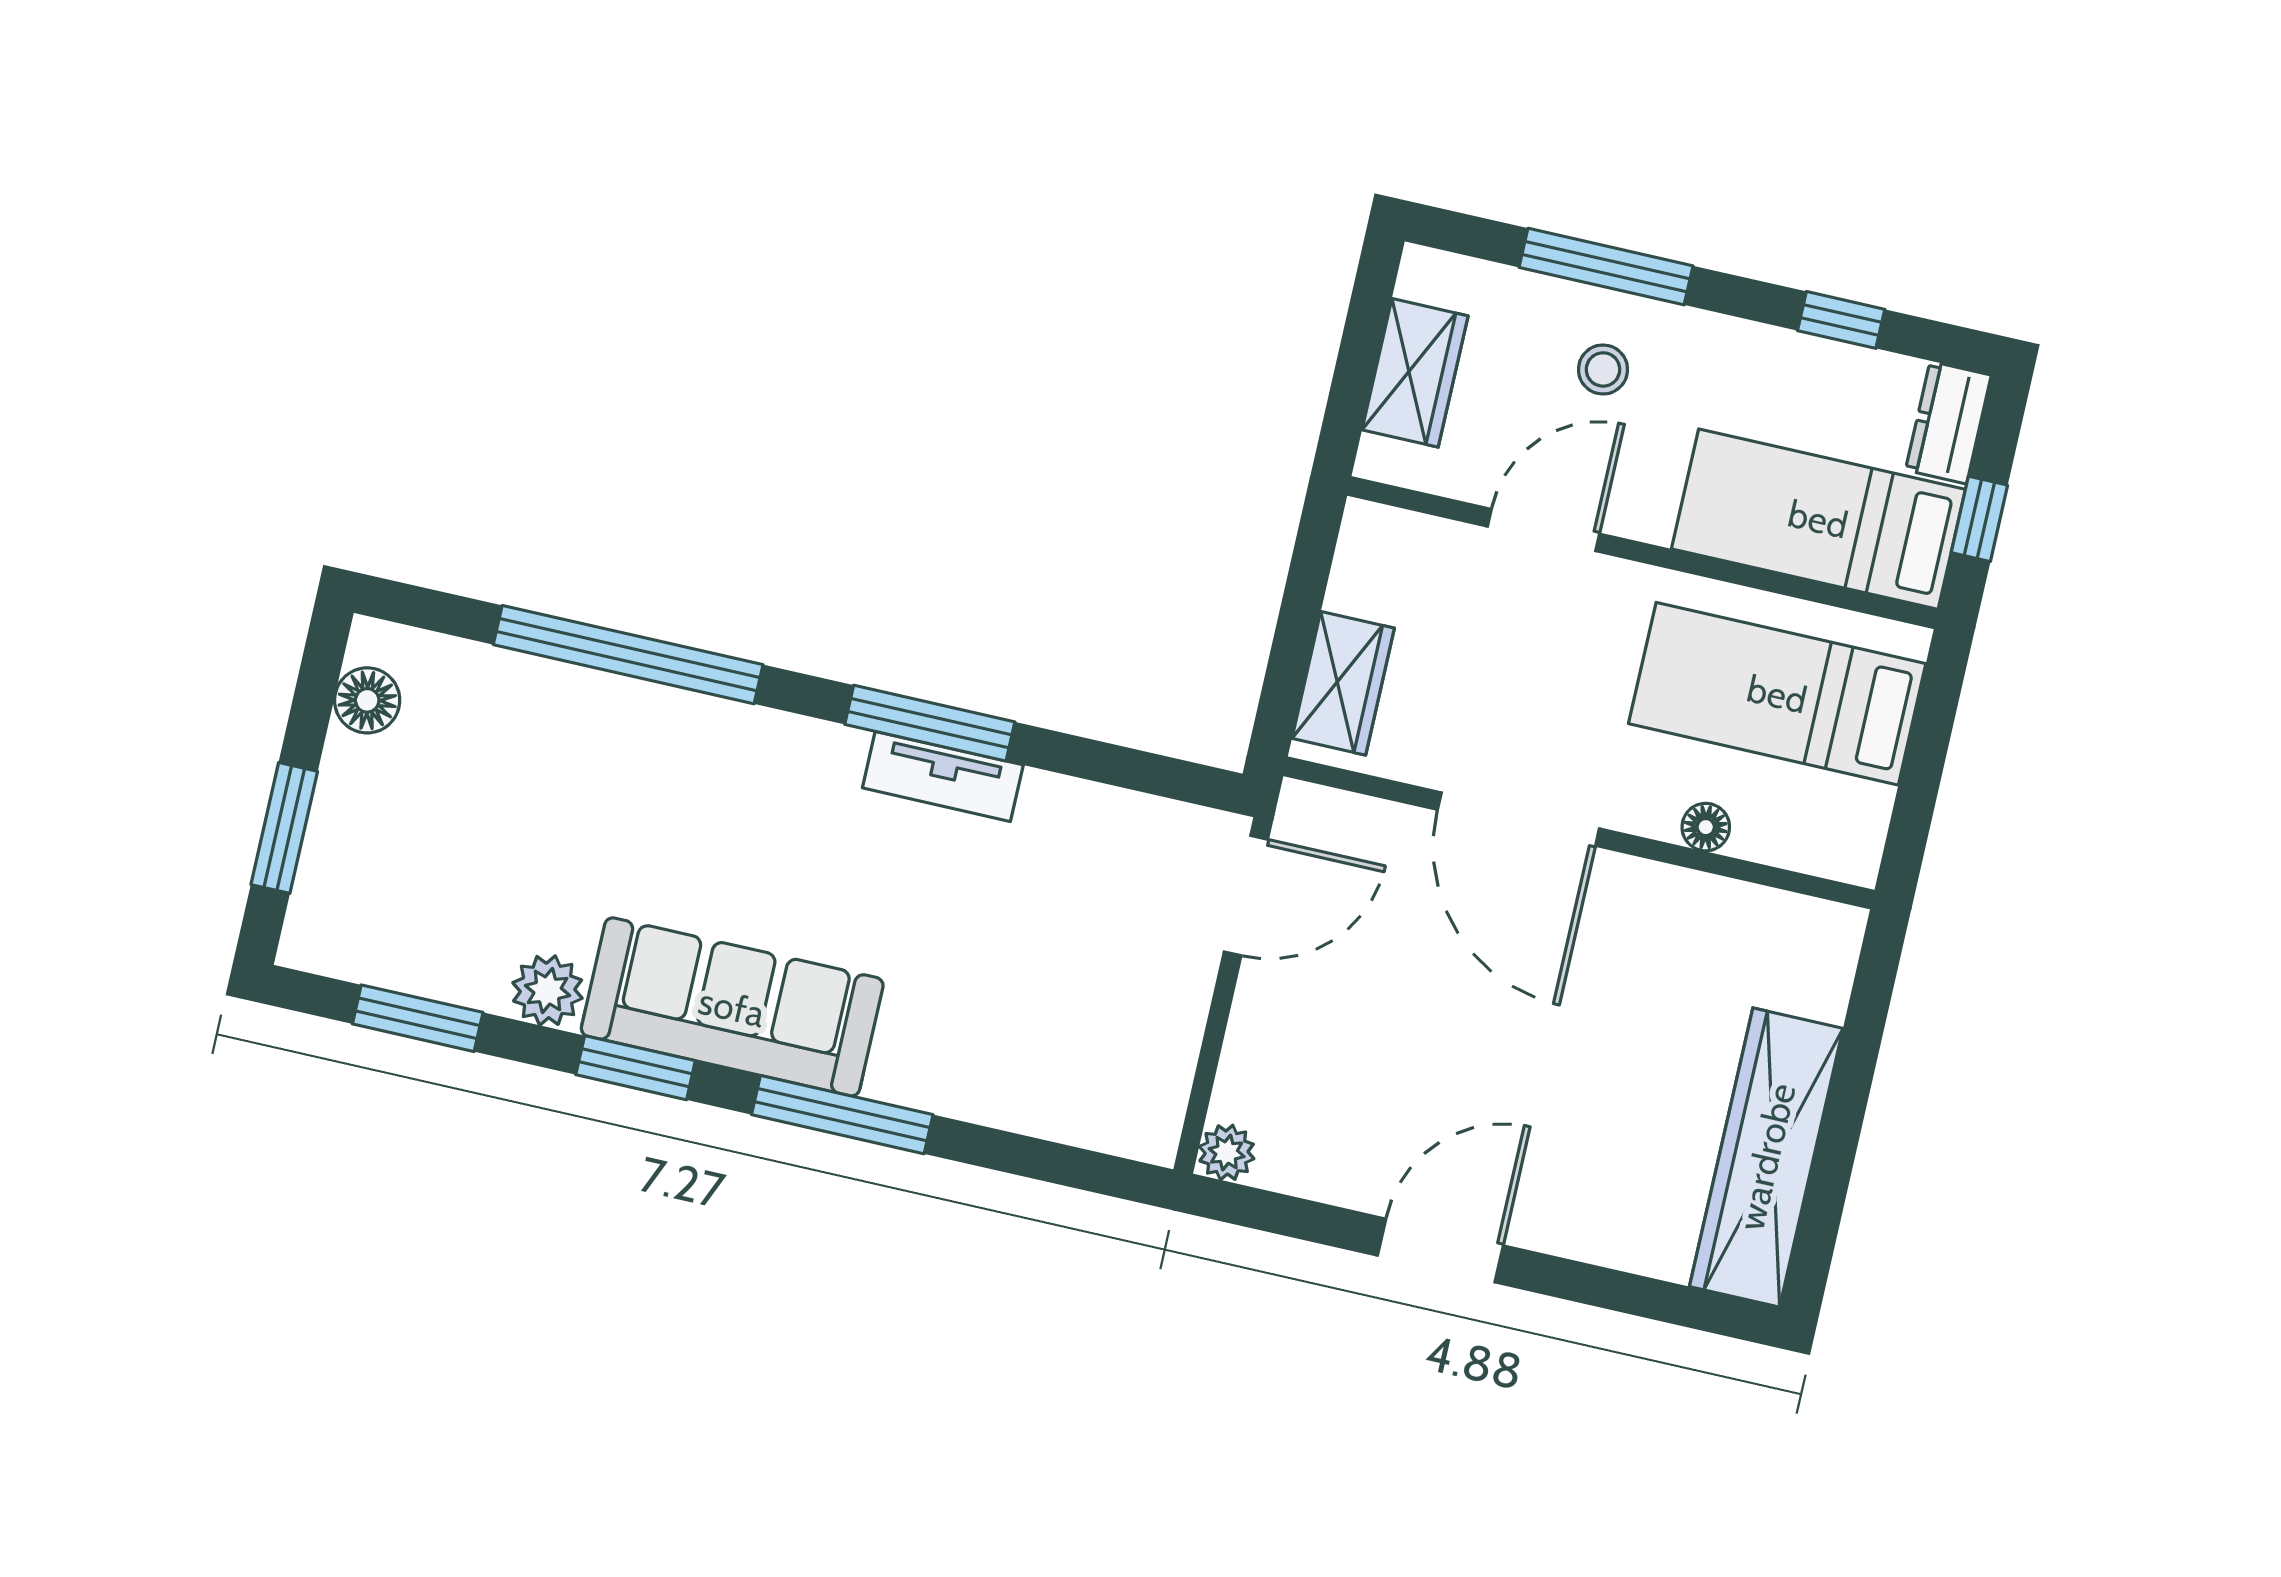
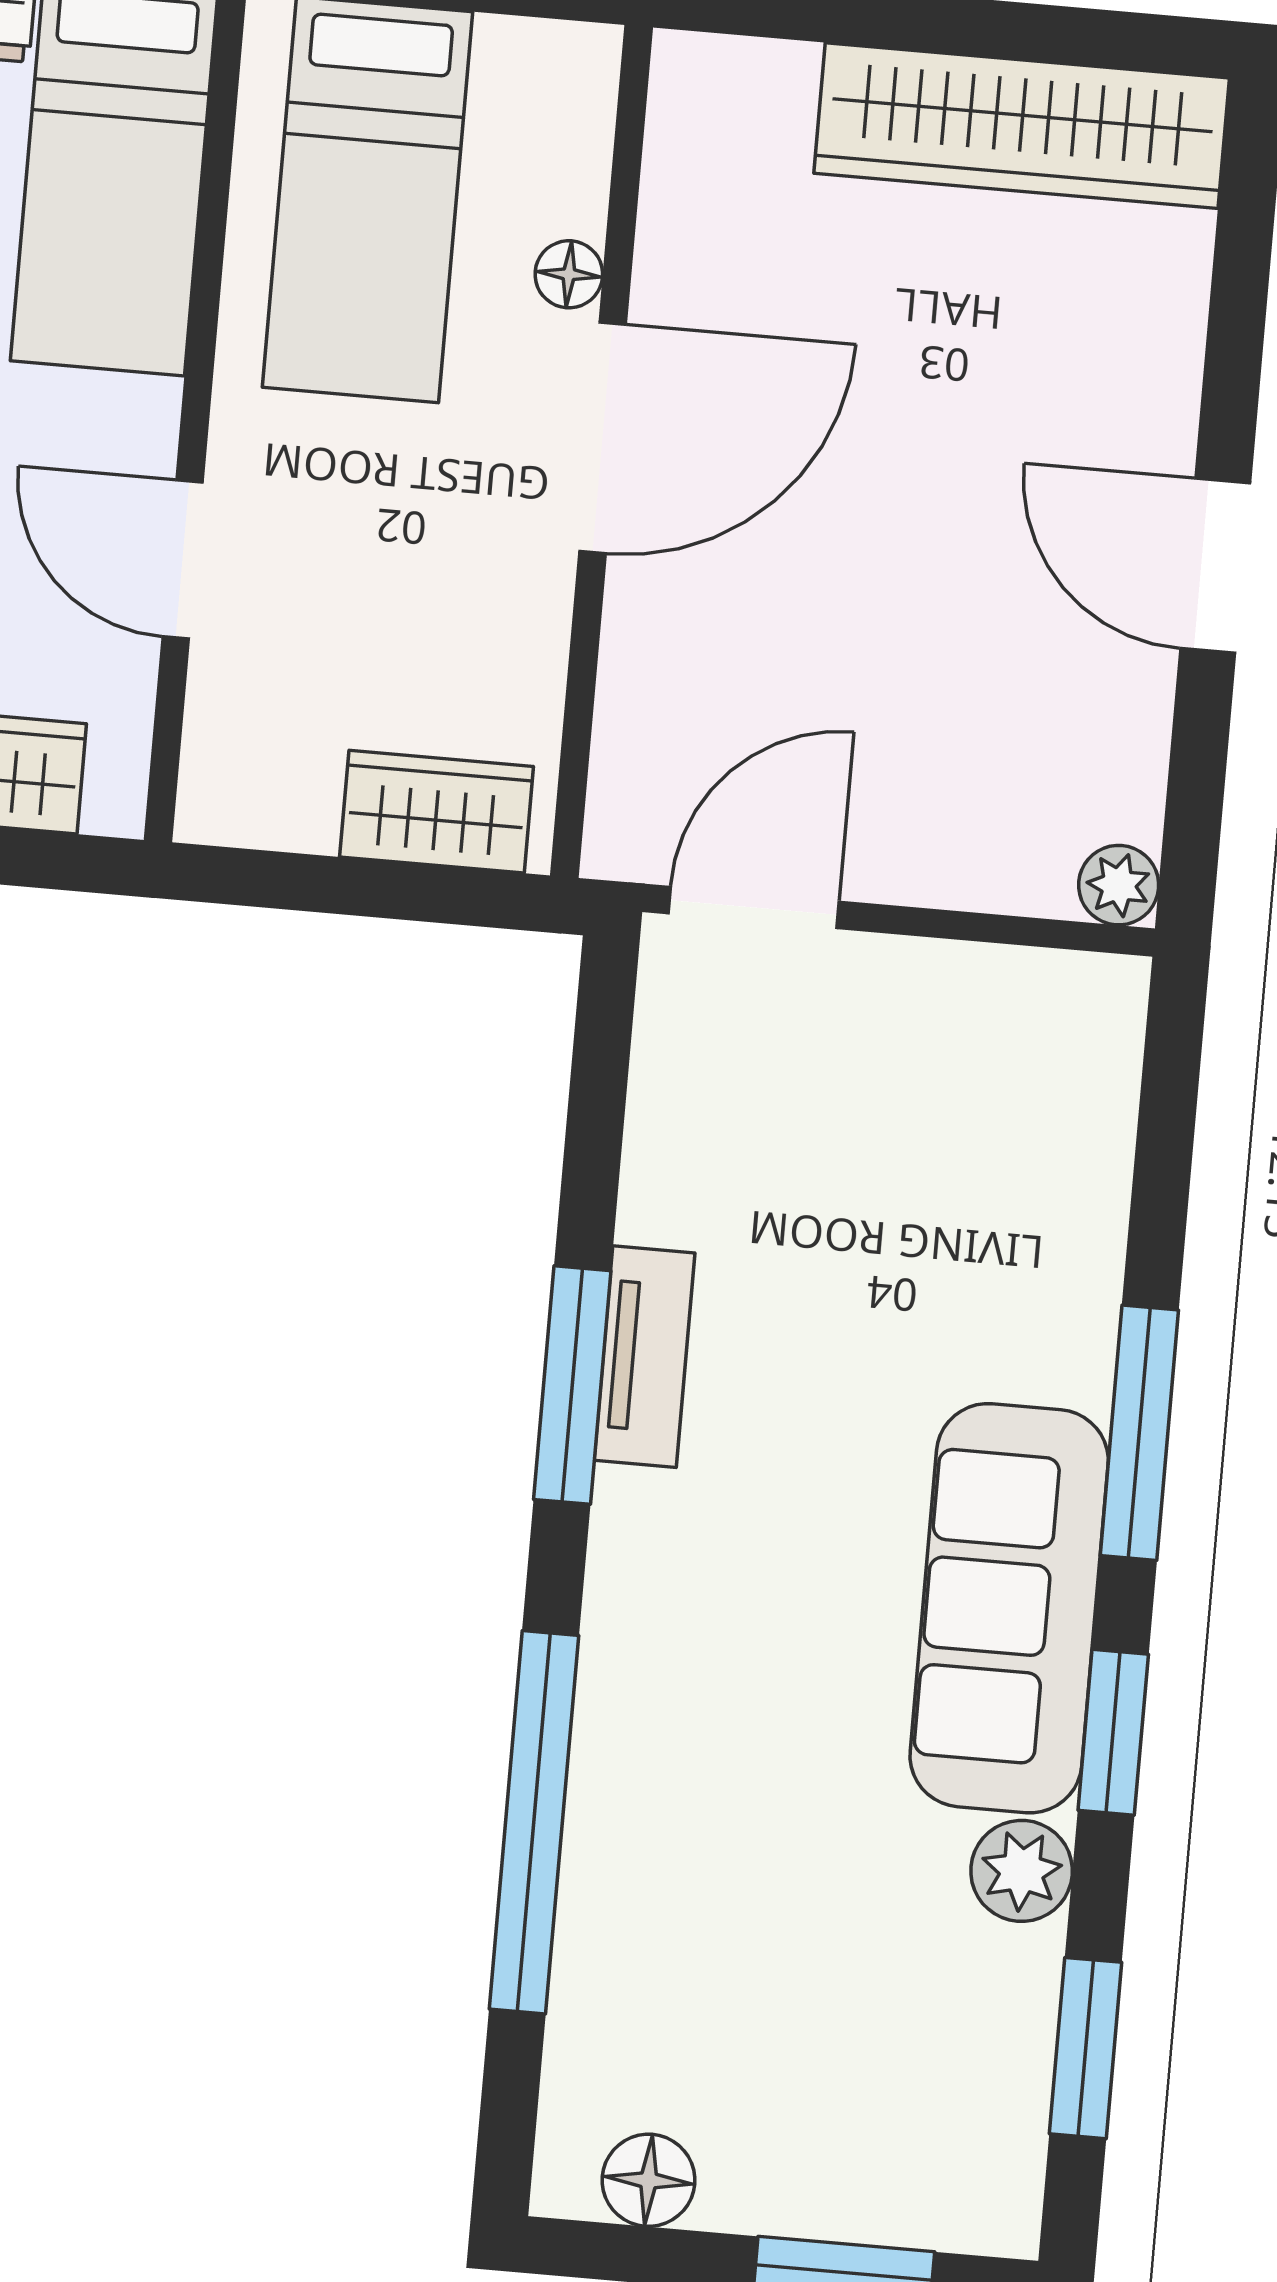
door: (1518, 819) -> (603, 438), moved
door: (1246, 896) -> (754, 908), hinge flipped

